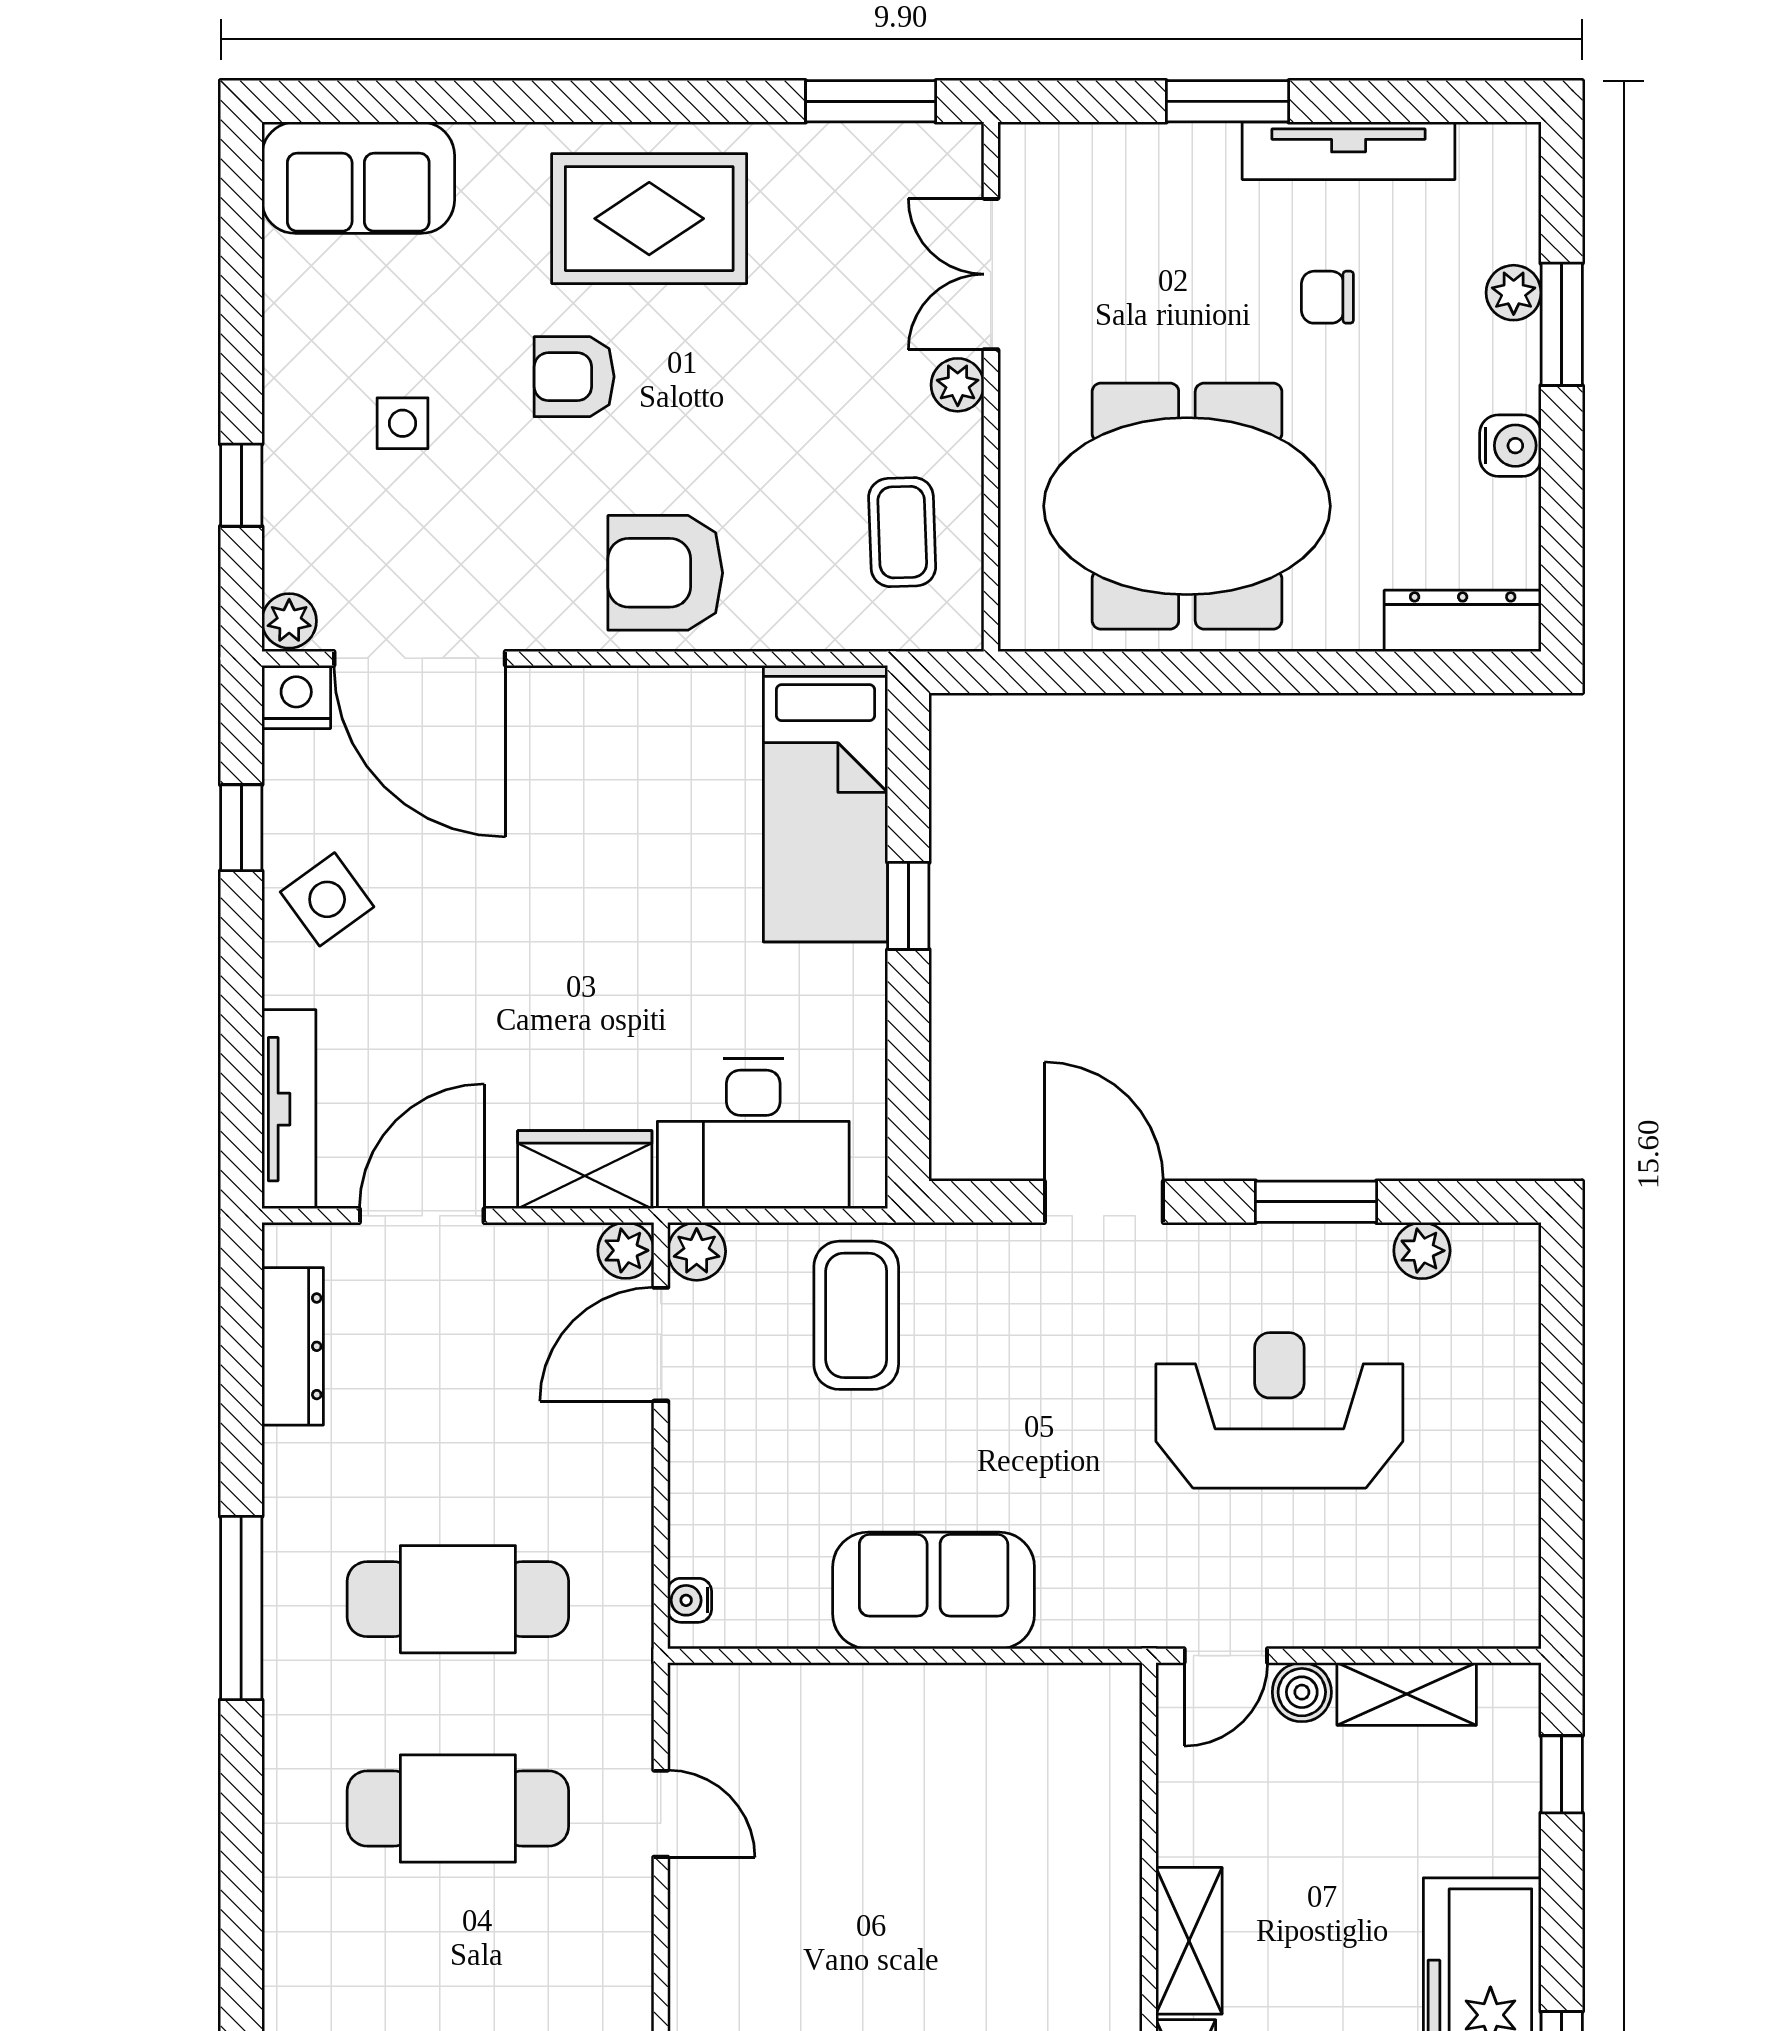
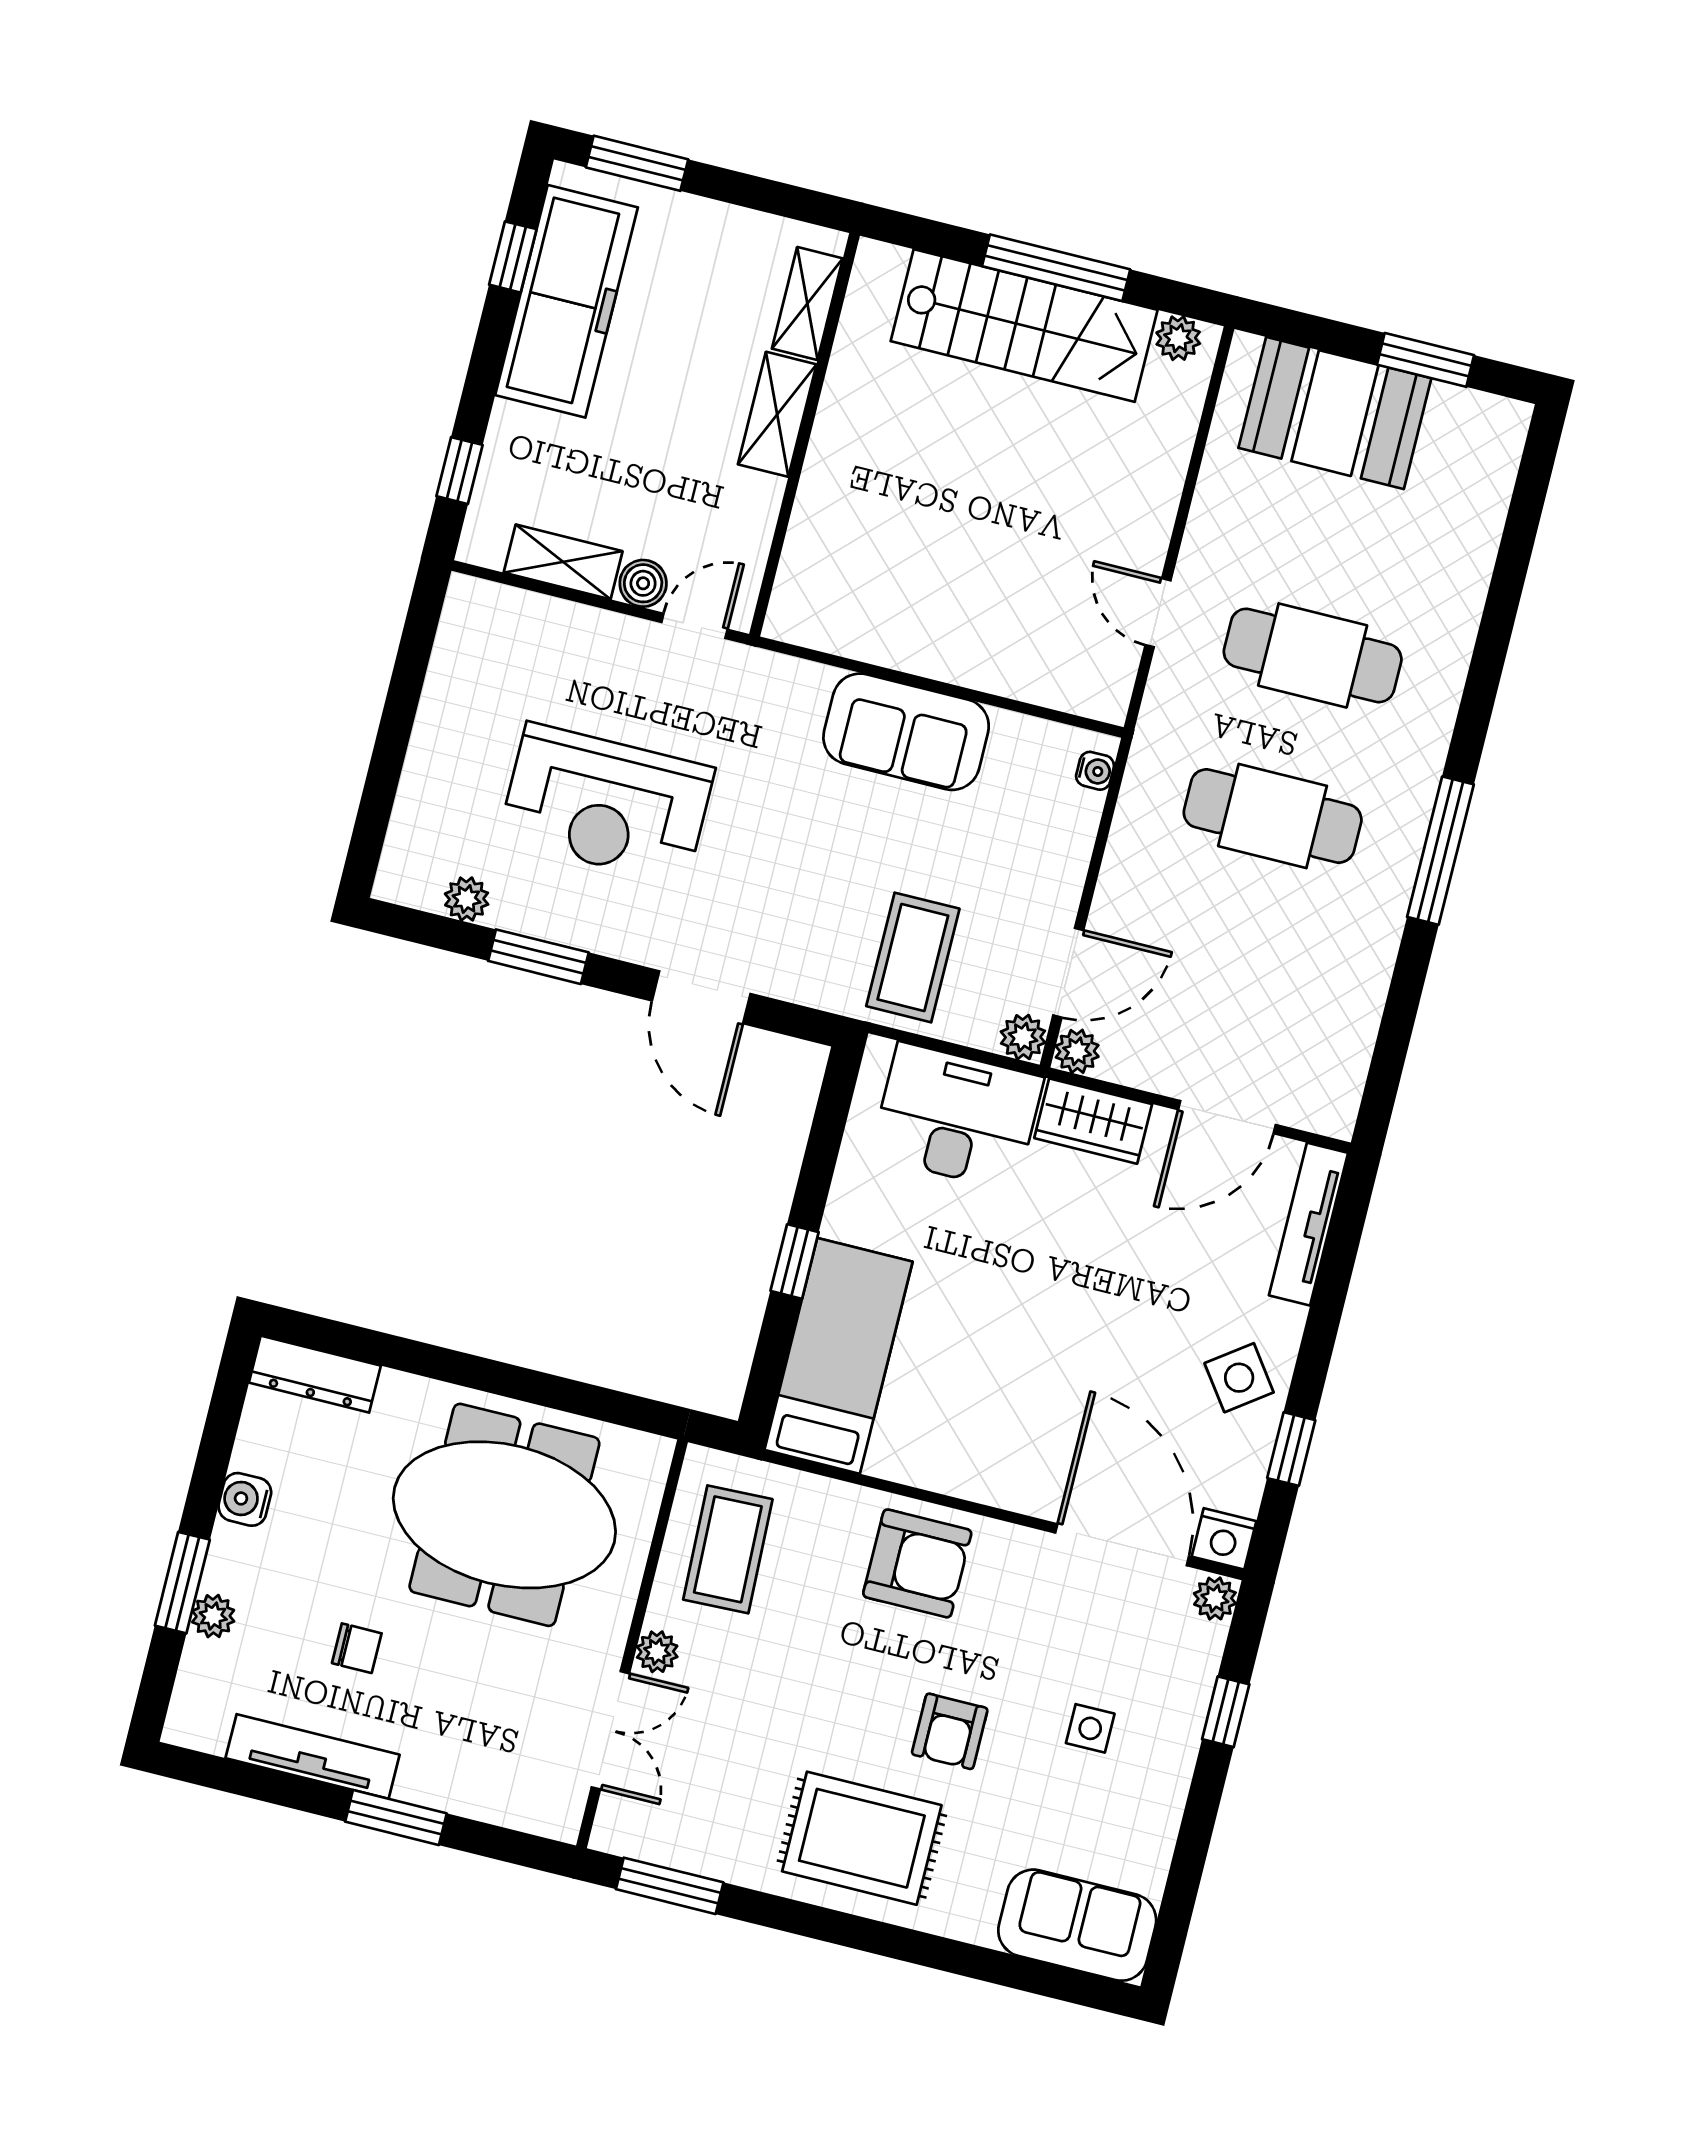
armchair: (574, 377) -> (950, 1731), turned 90
coffee table: (902, 532) -> (728, 1549), width x1.36, depth x1.30
dresser: (293, 1346) -> (1351, 1042), removed

